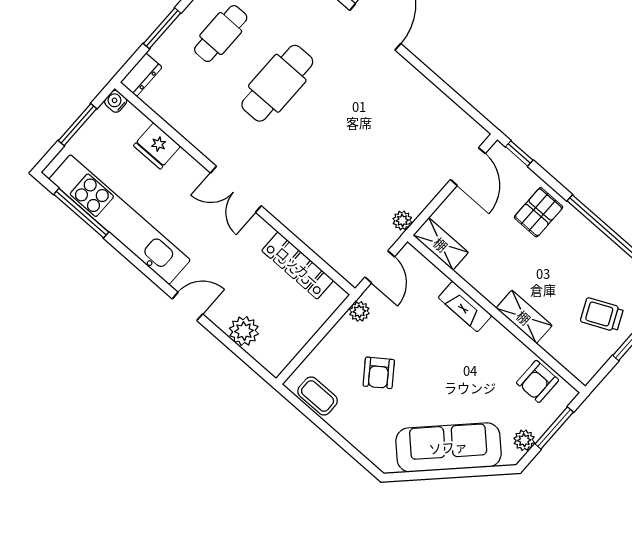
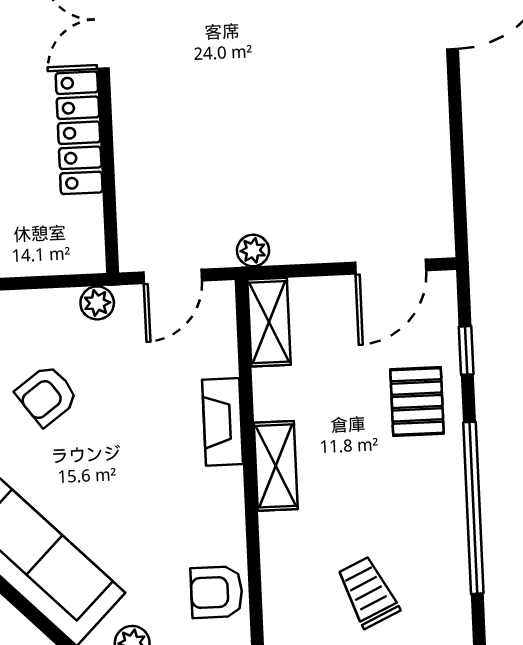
window: (519, 153) -> (466, 350), moved
pallet: (539, 212) -> (417, 402), turned 90
locker: (298, 266) -> (79, 133), moved
shelving: (524, 317) -> (276, 466), moved

